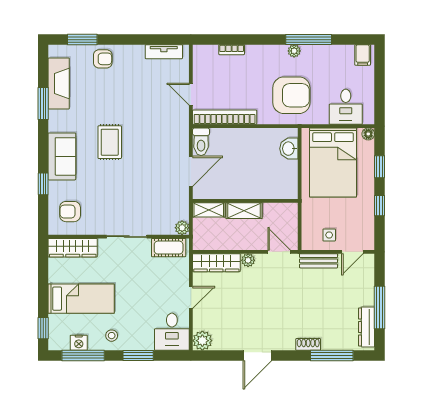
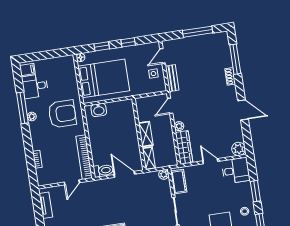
armchair: (291, 95) -> (62, 114), turned 90
desk: (346, 107) -> (35, 86), moved, turned 180
door: (352, 252) -> (162, 56), swing flipped
dresser: (366, 327) -> (212, 39), removed

